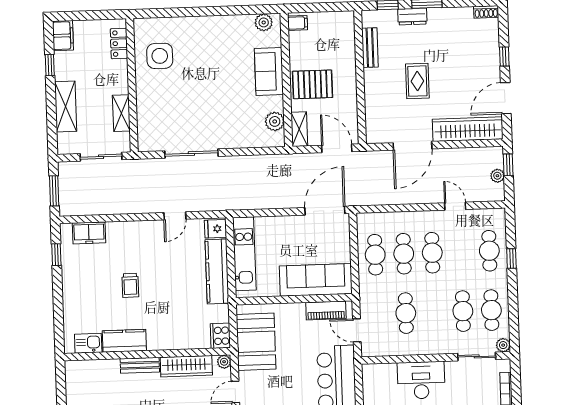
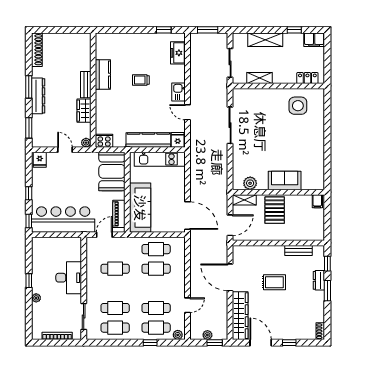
plant: (264, 22) -> (318, 178), removed
cafe table: (432, 253) -> (156, 308), moved
booth: (256, 342) -> (112, 171), moved, turned 90
kitchen sink: (88, 343) -> (179, 92), moved, turned 180
plant: (503, 345) -> (178, 335), moved
wardrobe: (186, 366) -> (84, 111), width x0.67

